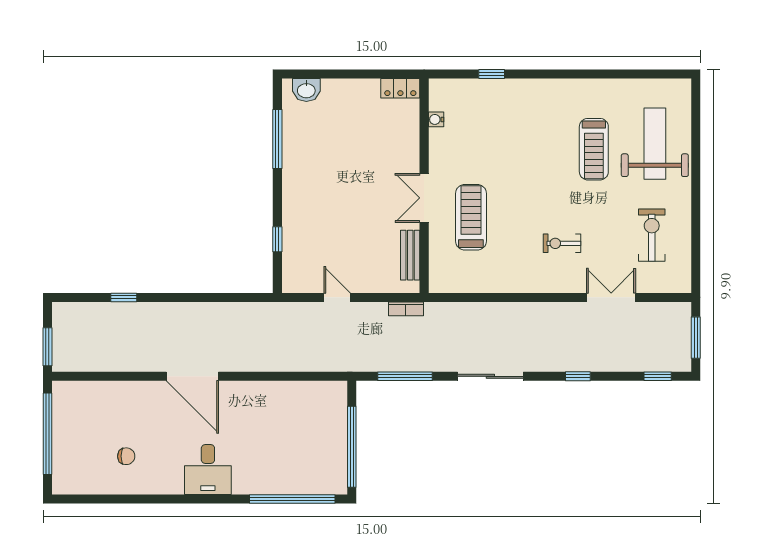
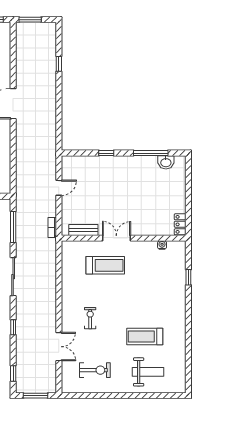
washbasin: (306, 90) -> (166, 162), moved, turned -90
weight bench: (655, 144) -> (148, 372), width x0.73, depth x0.75
window: (277, 239) -> (106, 153), moved

